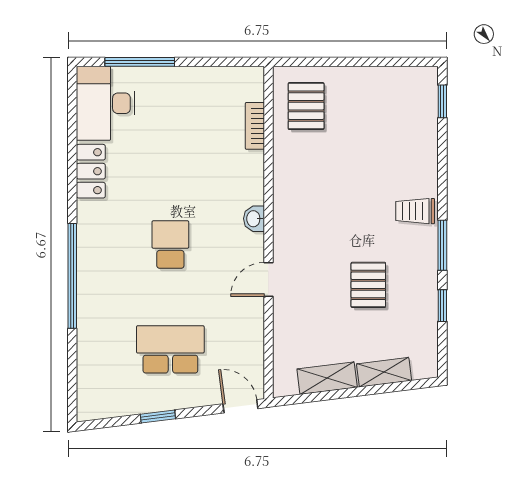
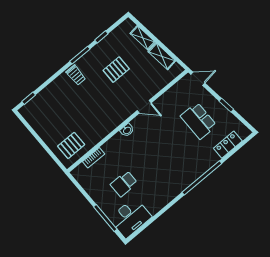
locker: (91, 171) -> (228, 145), moved
school desk: (170, 245) -> (124, 184), moved
door: (240, 406) -> (198, 79), swing flipped

